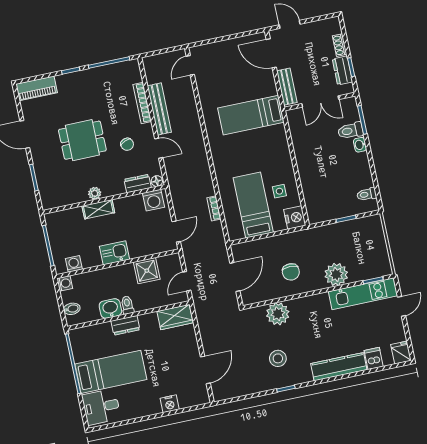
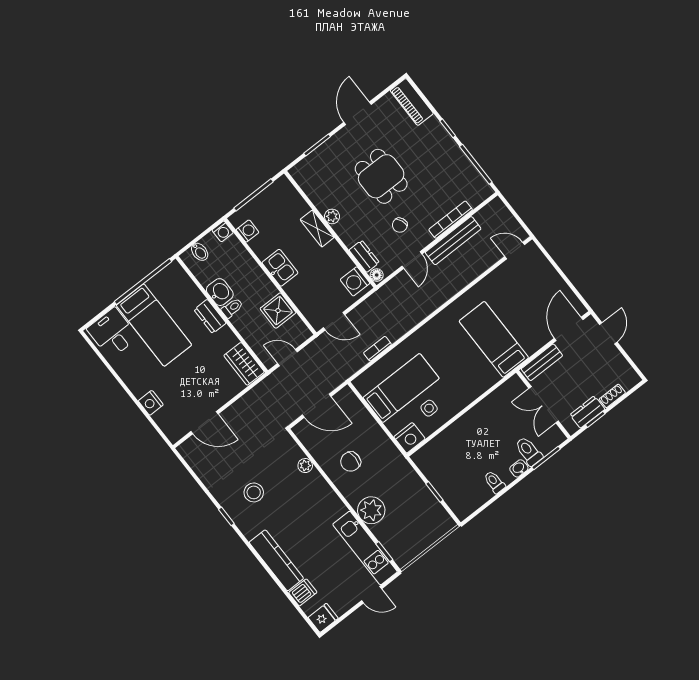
toilet: (367, 194) -> (495, 482), moved
plant: (278, 314) -> (305, 466), width x0.53, depth x0.53

